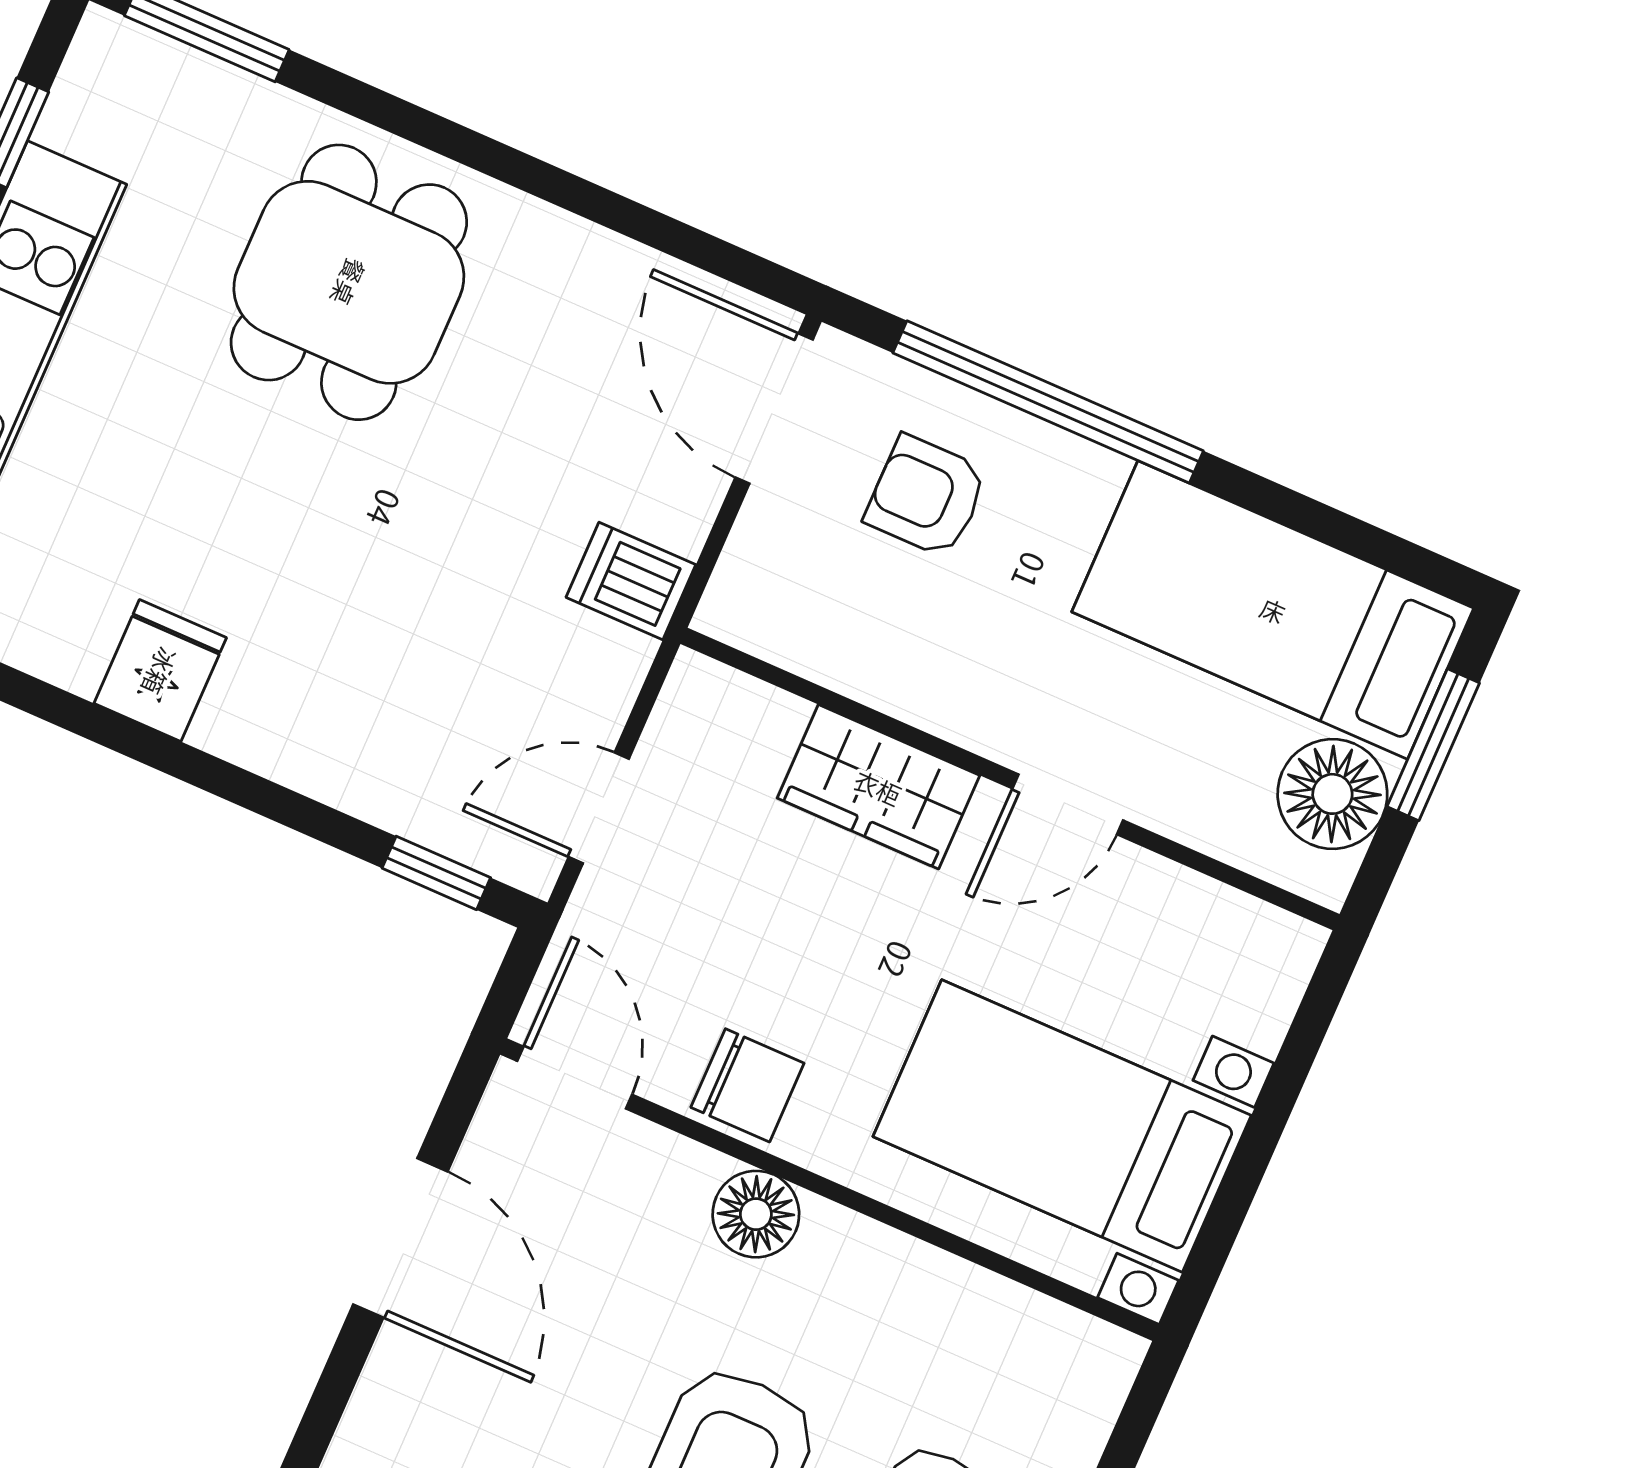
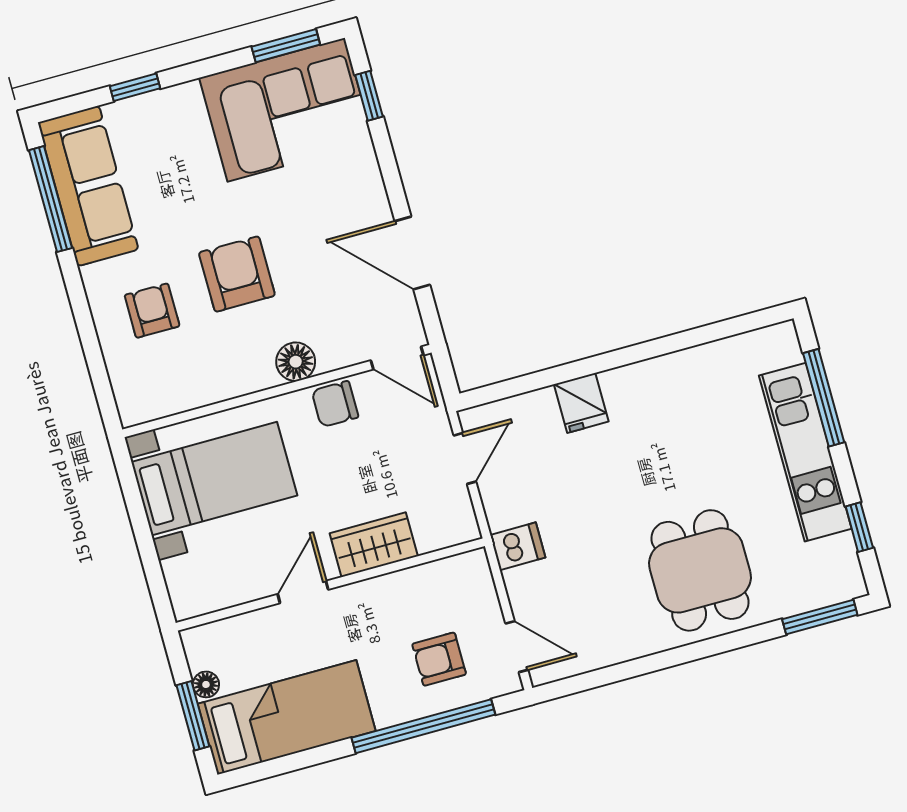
door: (774, 408) -> (517, 647), width x0.73
armchair: (926, 496) -> (439, 659), turned 180
fridge: (160, 671) -> (581, 403), moved
floor lamp: (1332, 794) -> (206, 684), width x0.53, depth x0.53
window: (436, 873) -> (503, 390), removed

